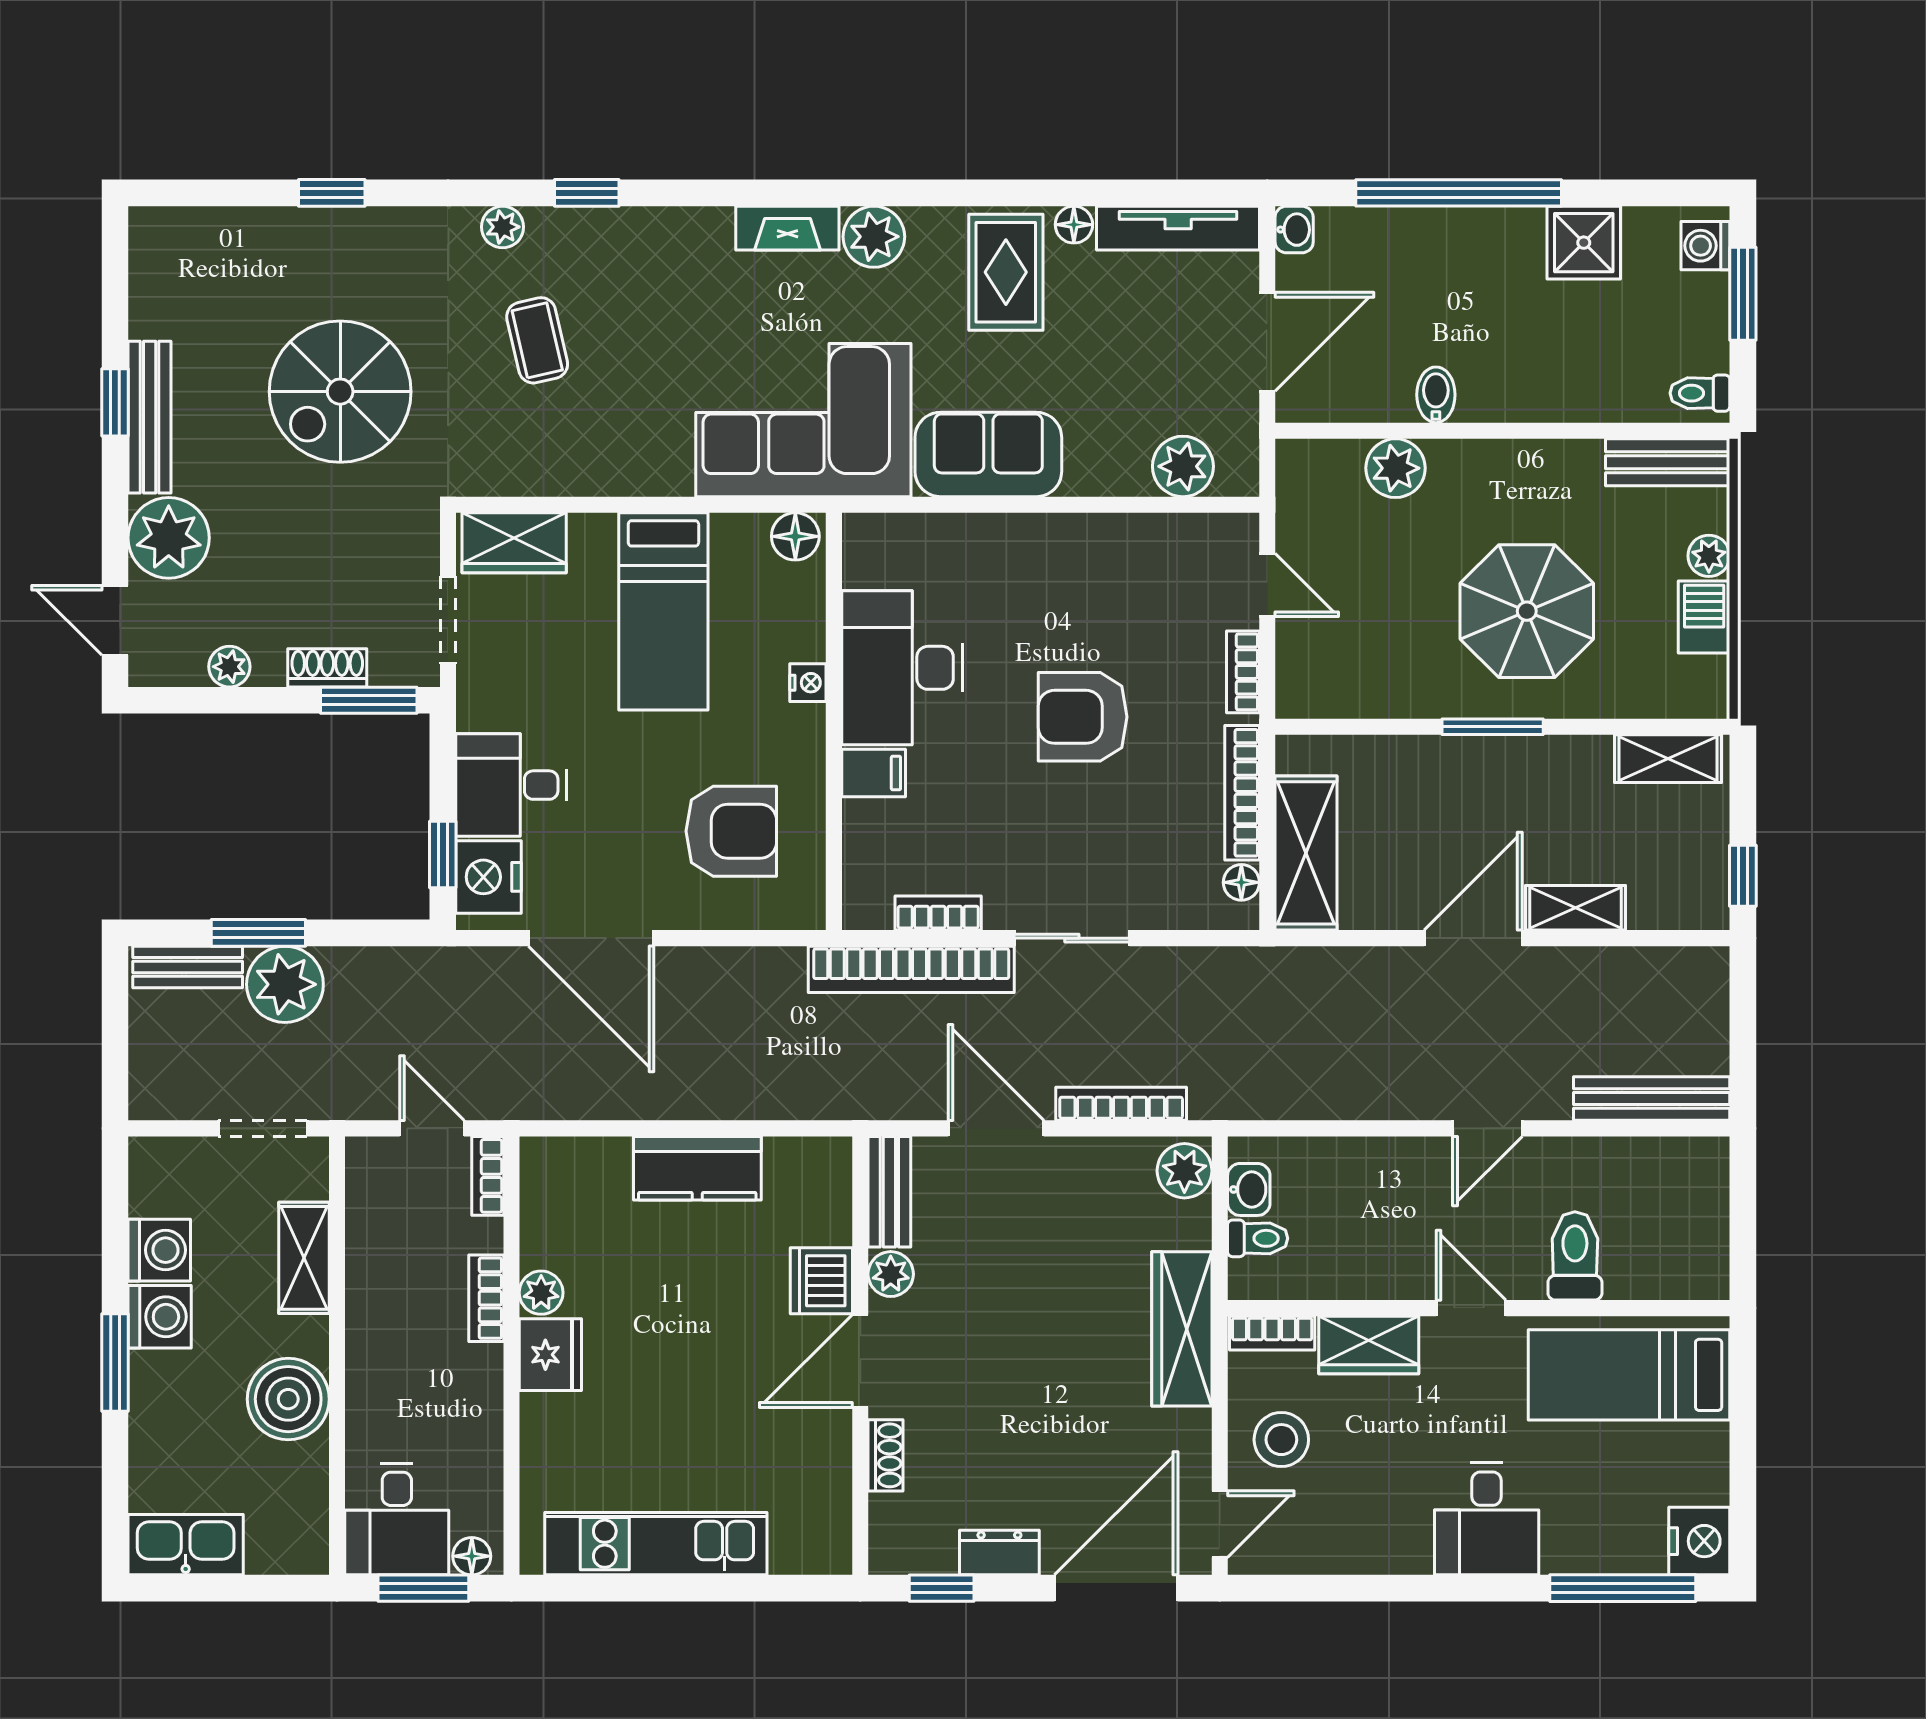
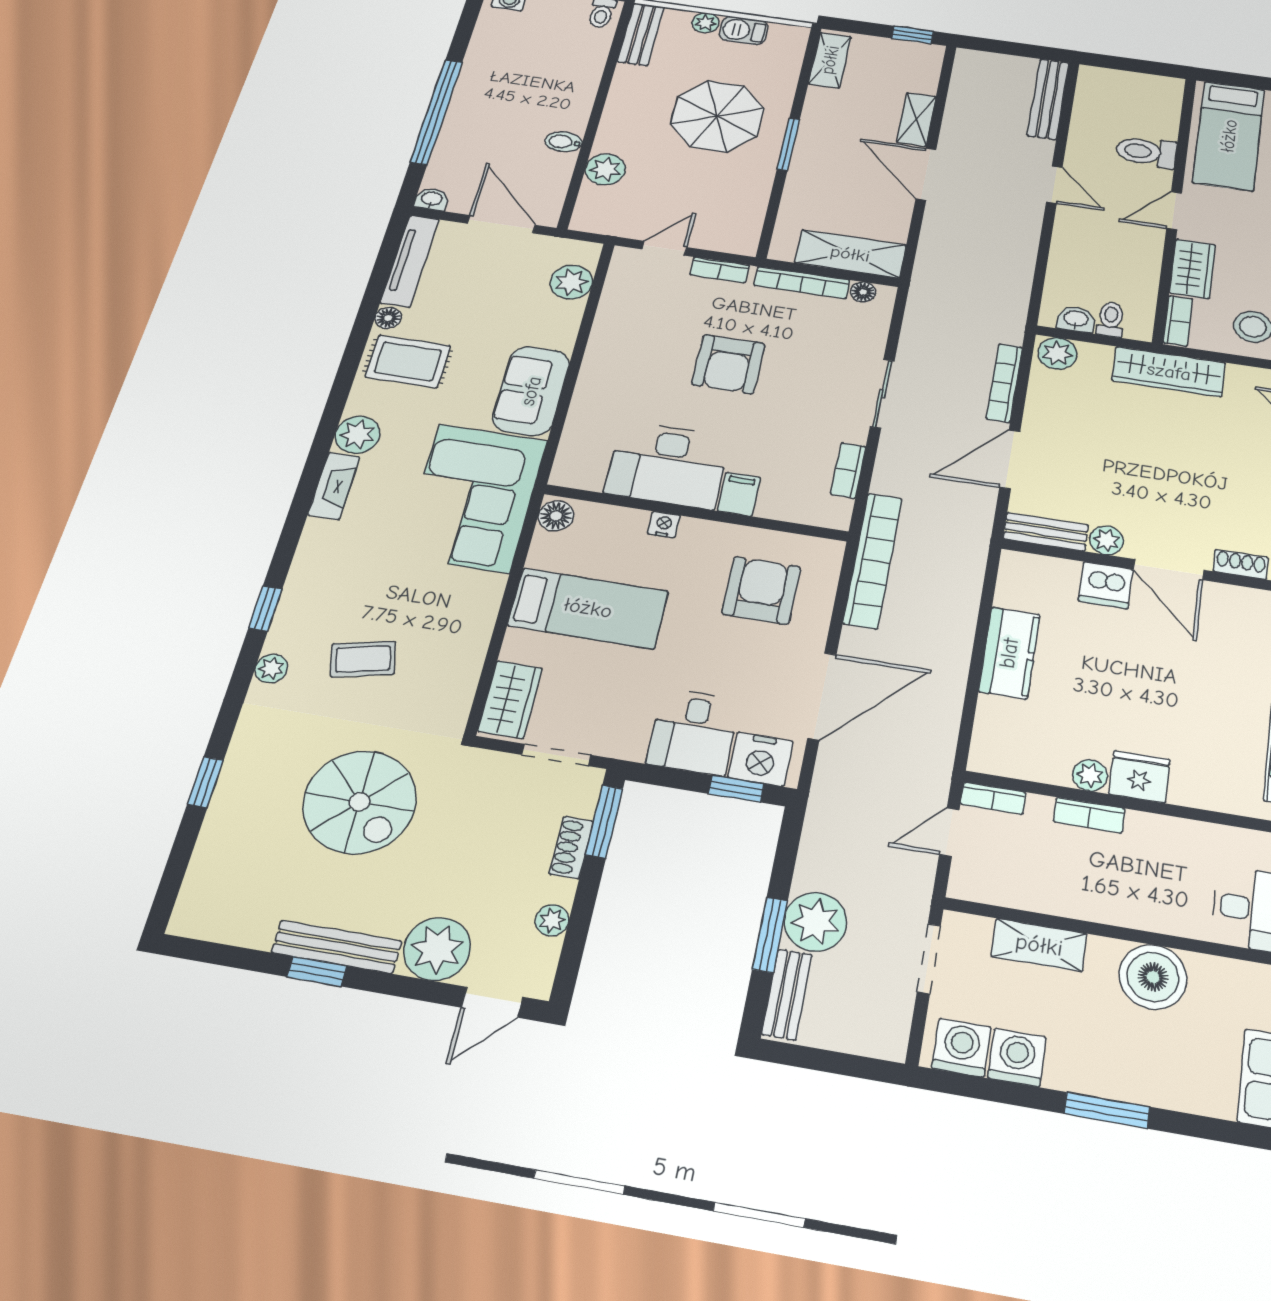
shower: (1584, 243) -> (489, 55), removed
bookcase: (911, 969) -> (873, 560), moved
washing machine: (160, 1317) -> (961, 1048), moved

